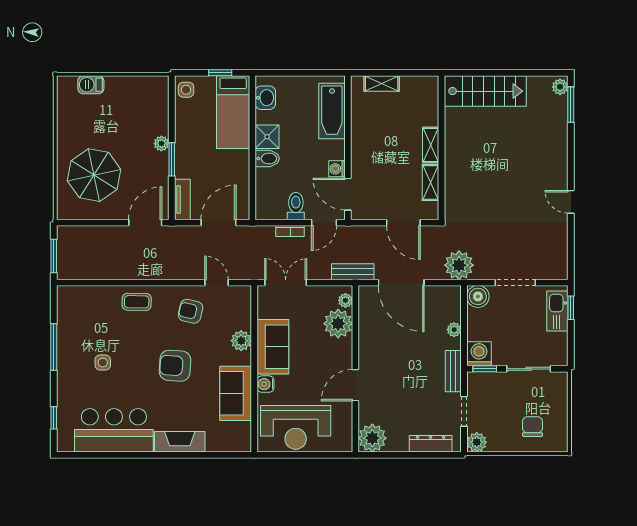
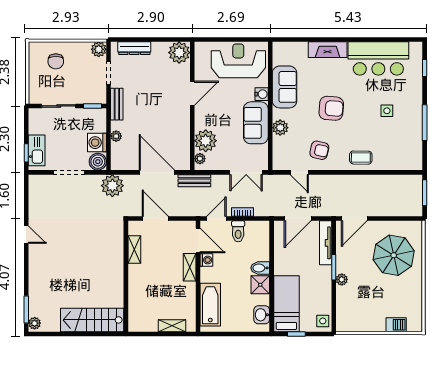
shelving: (431, 145) -> (190, 267), moved
tv unit: (182, 199) -> (326, 243), width x1.41
washing machine: (479, 354) -> (97, 143), moved, turned 90

